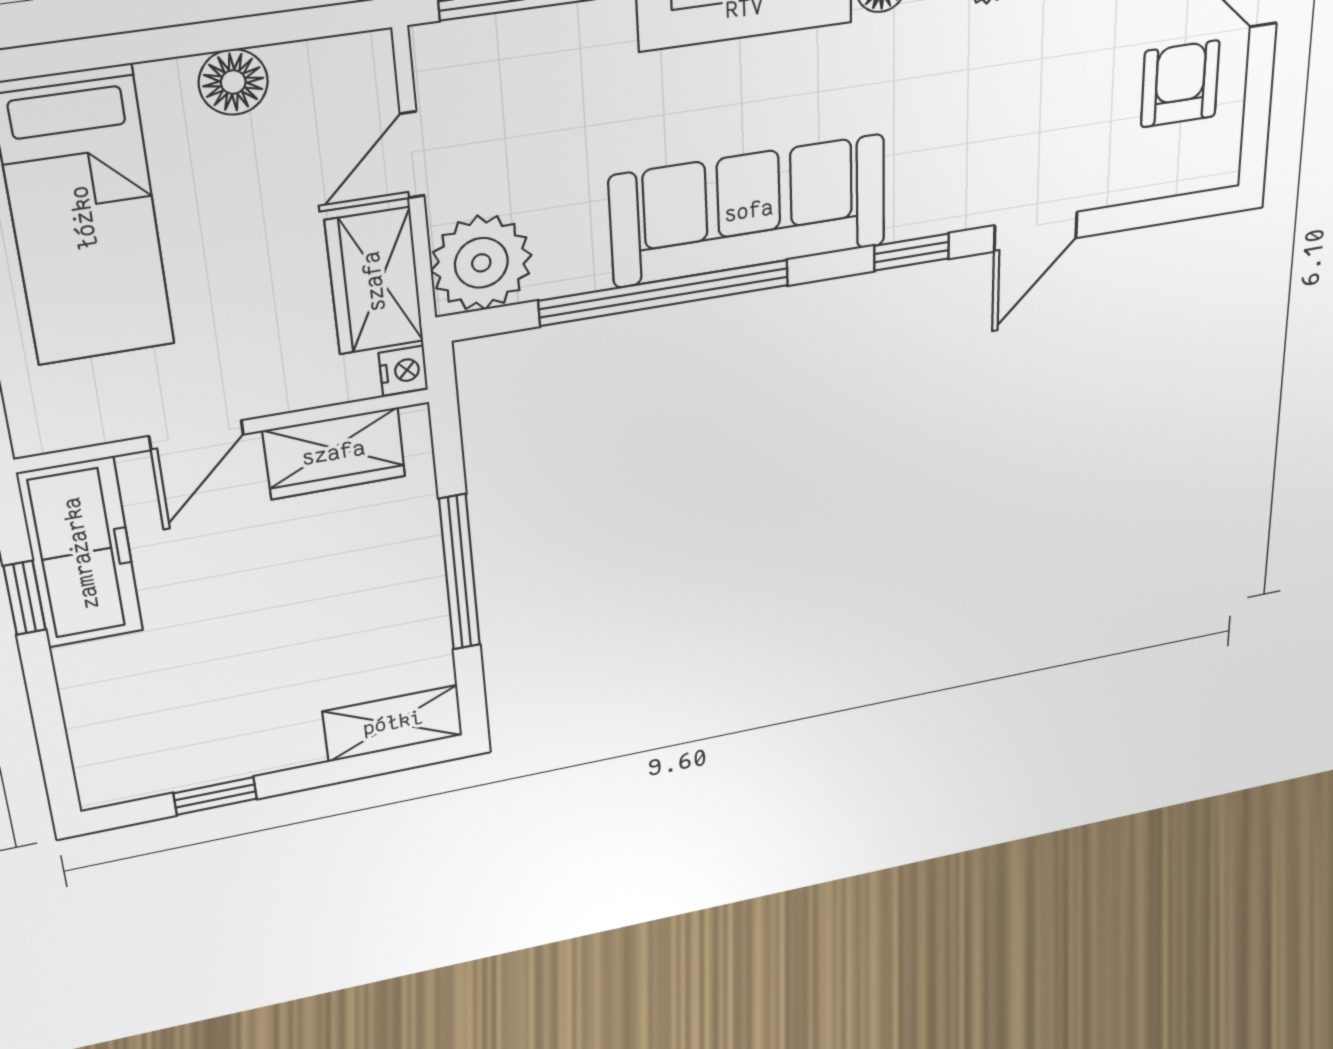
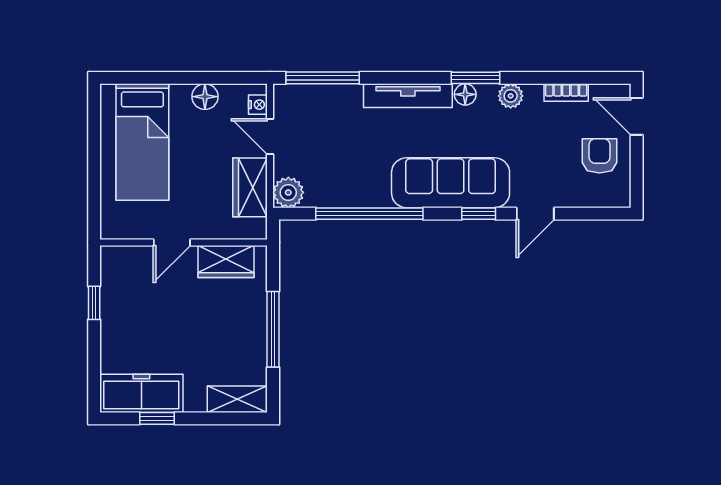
door: (412, 155) -> (270, 136), hinge flipped
sofa: (749, 211) -> (451, 183), moved
plant: (481, 263) -> (288, 192), width x0.73, depth x0.73
nightstand: (403, 371) -> (258, 105), moved
freezer: (81, 553) -> (141, 393), moved, turned -90

